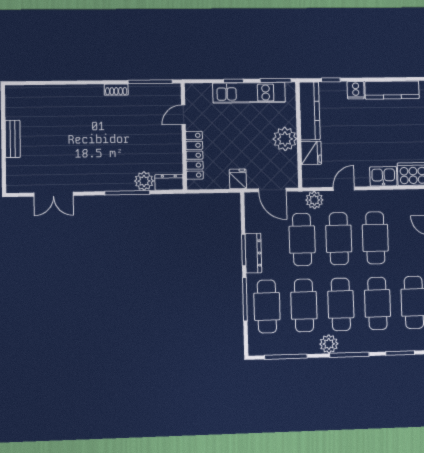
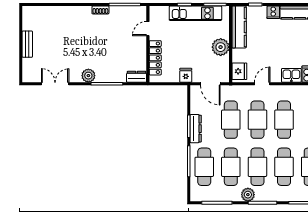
fridge: (311, 153) -> (239, 71), moved
plant: (144, 181) -> (88, 76), moved
double door: (53, 194) -> (55, 84), swing flipped
plant: (314, 200) -> (241, 92), removed

